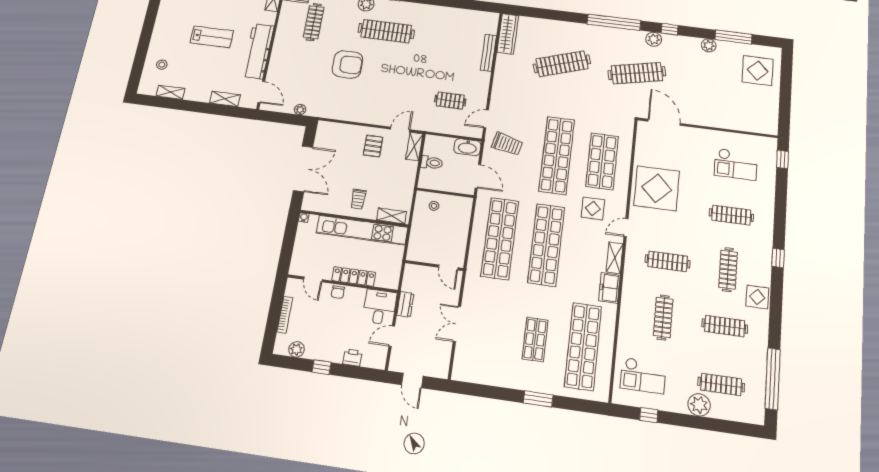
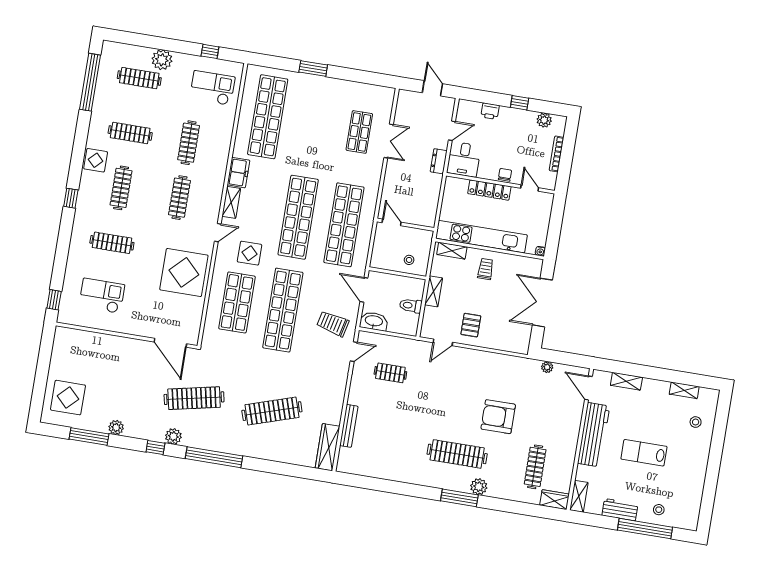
shelving: (414, 146) -> (434, 291), moved
clothes rail: (668, 261) -> (179, 198), turned 90
wall: (434, 266) -> (406, 225), moved
door: (448, 267) -> (392, 222), moved
shop shelf: (535, 339) -> (359, 132), moved

